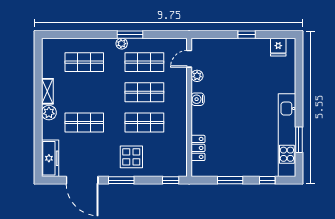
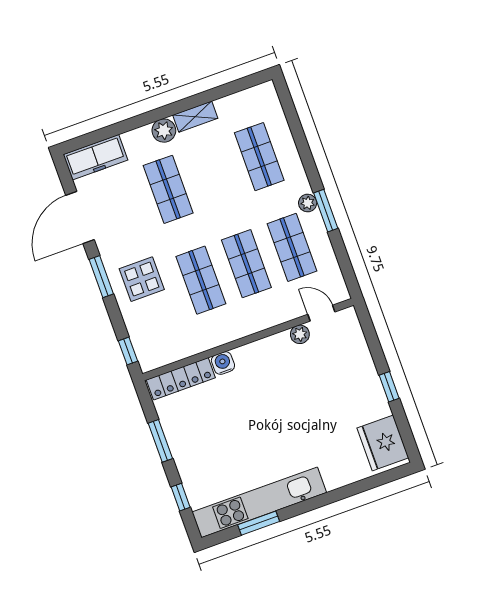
fridge: (278, 47) -> (383, 443), width x1.88, depth x1.34
water cooler: (198, 99) -> (223, 363), moved
locker: (198, 148) -> (181, 379), width x1.53

